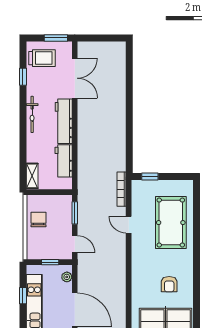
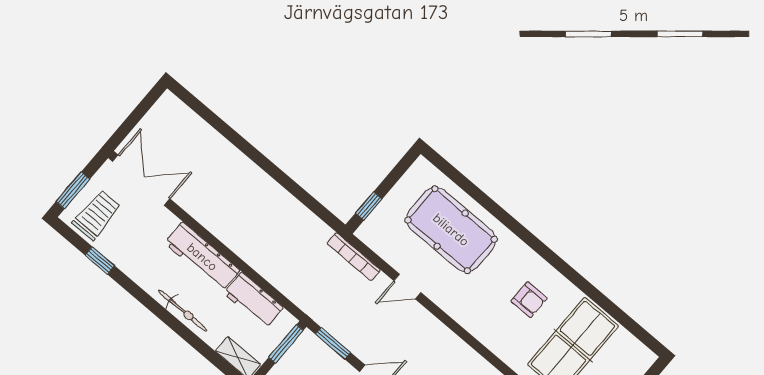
window: (56, 38) -> (73, 190), moved
double door: (75, 78) -> (141, 180), moved
bicycle: (32, 114) -> (183, 311), moved
window: (57, 192) -> (286, 344), added

